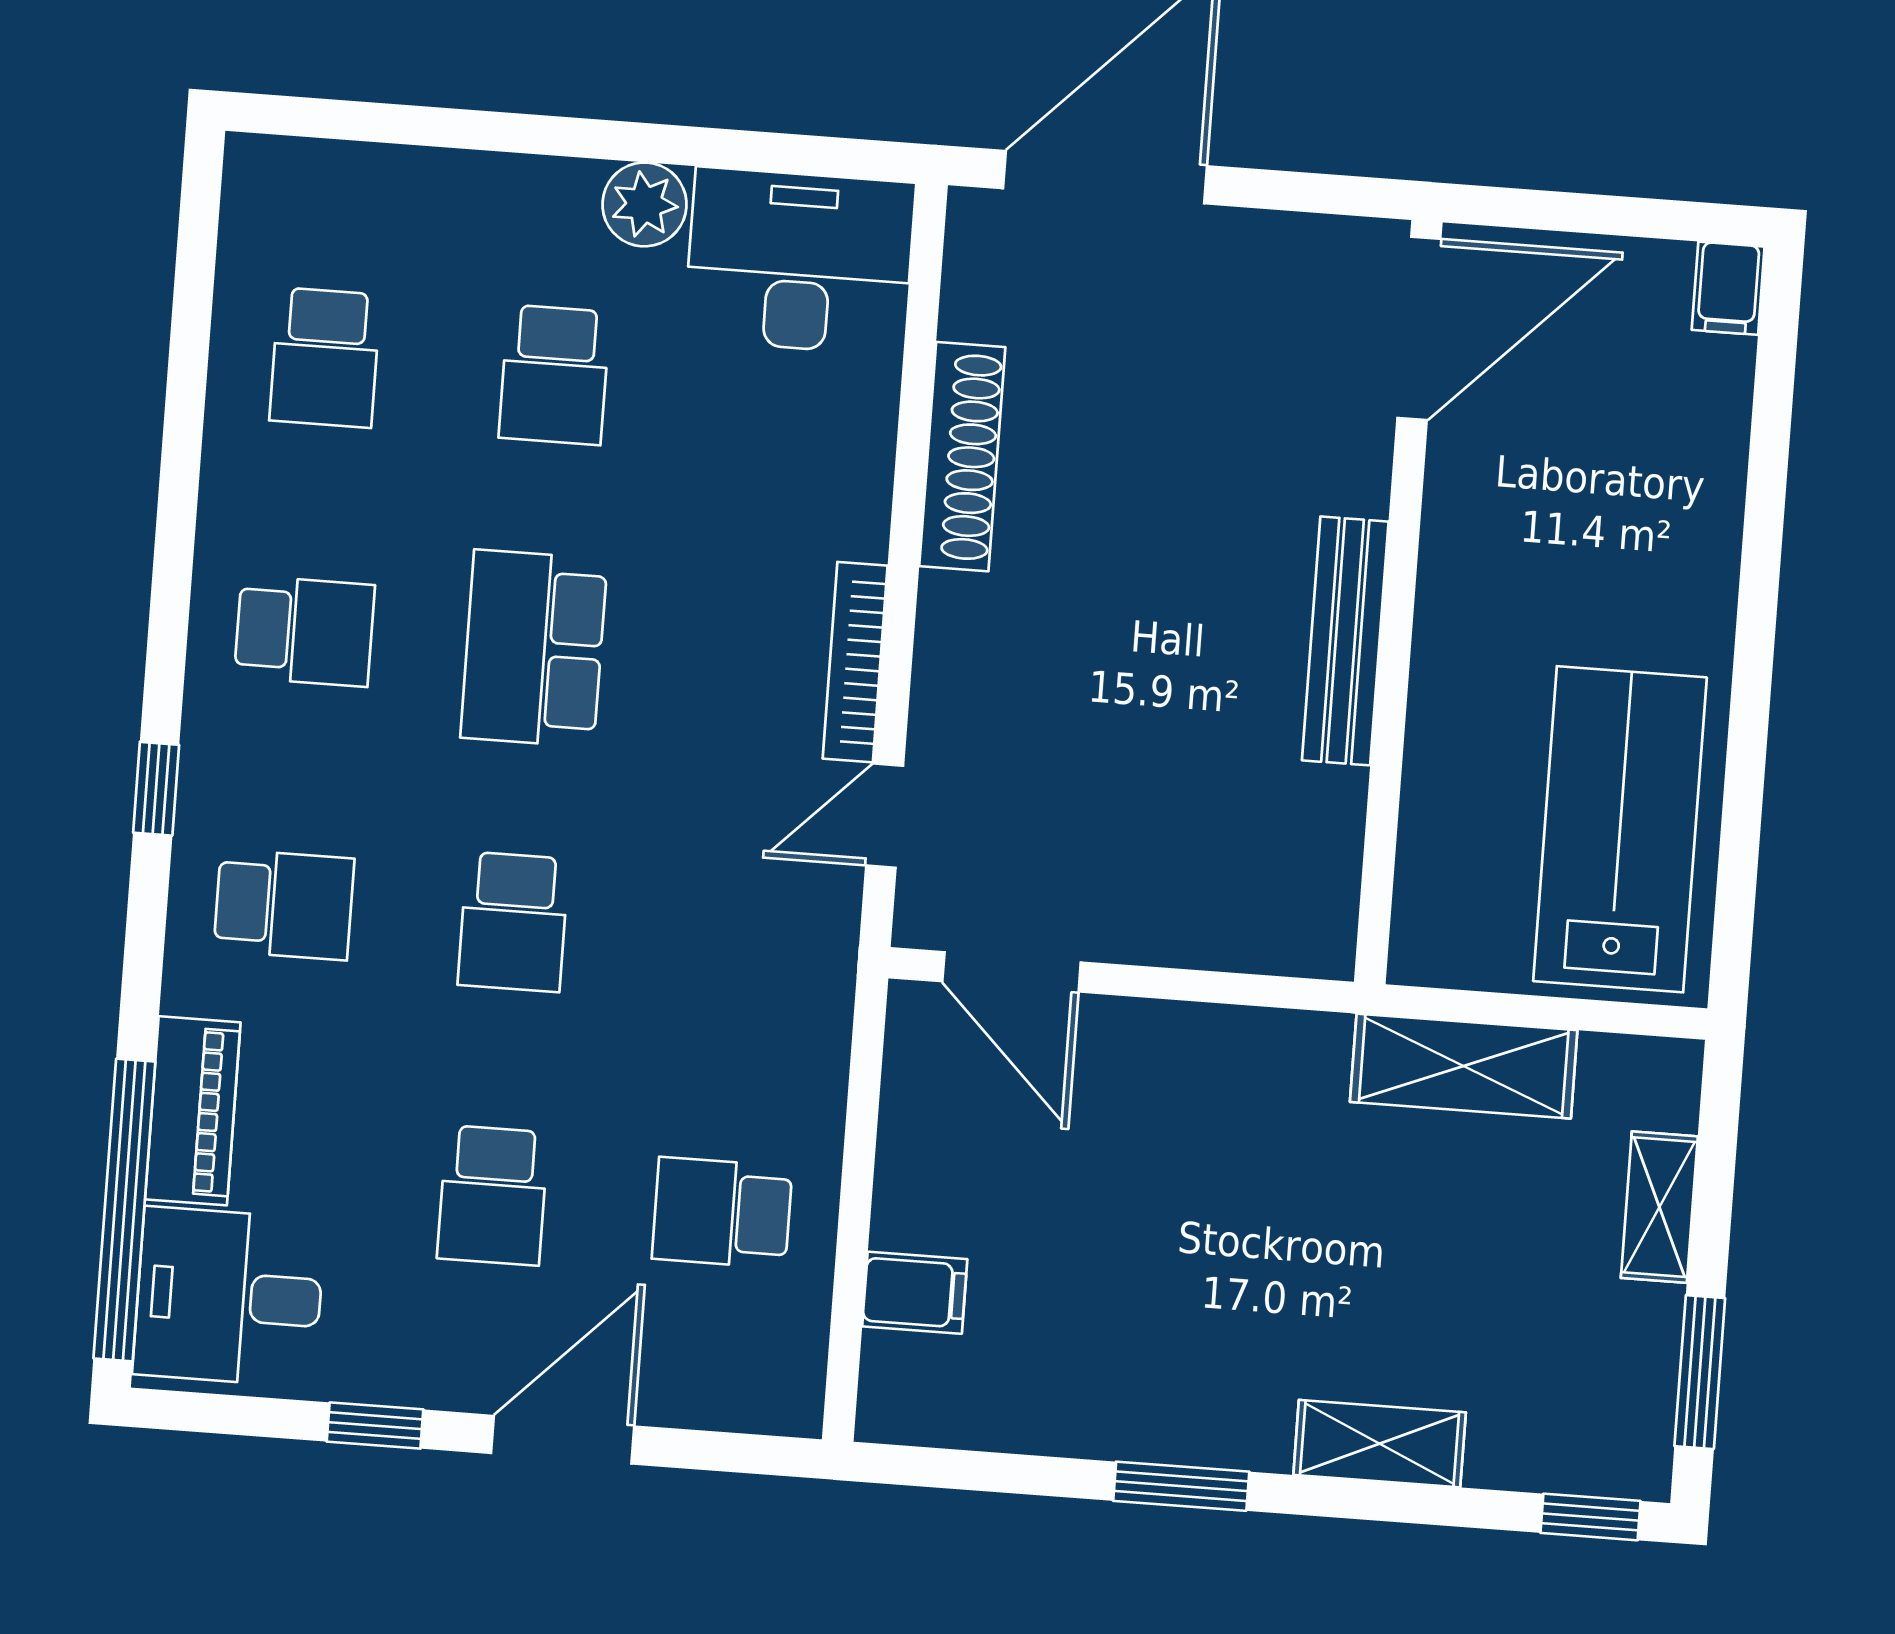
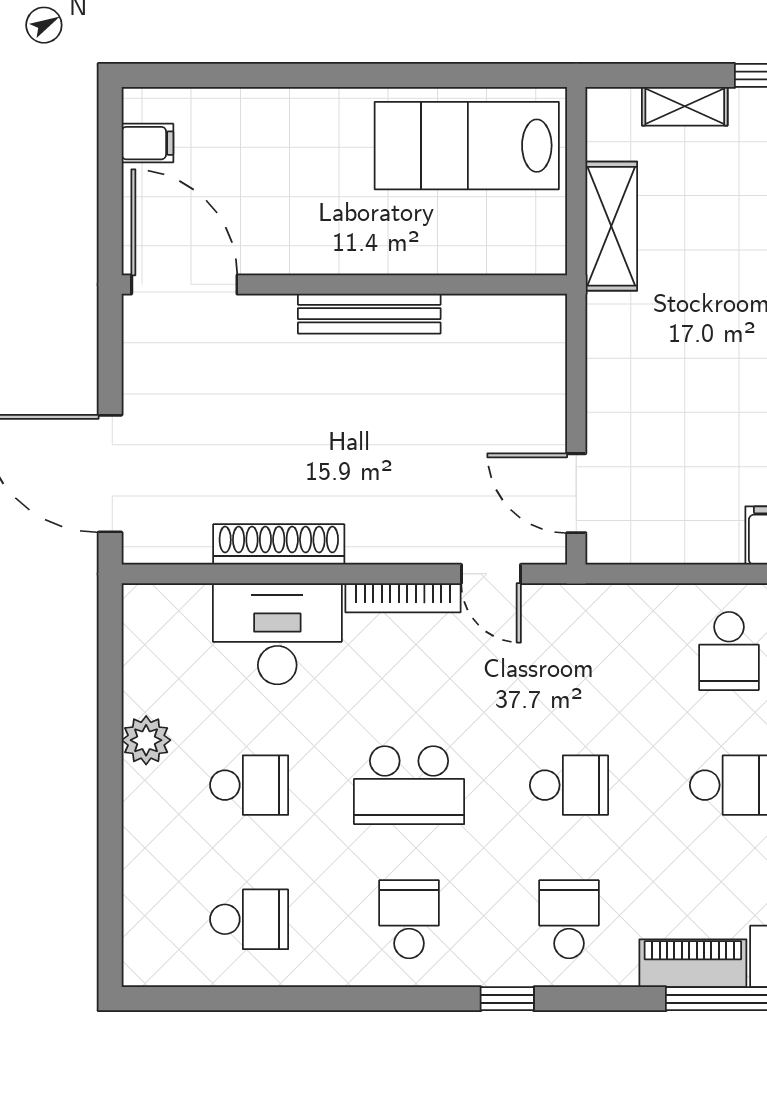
desk: (800, 261) -> (277, 634), moved, turned 90
filing cabinet: (1728, 288) -> (147, 143), moved
door: (1012, 972) -> (576, 493), swing flipped

